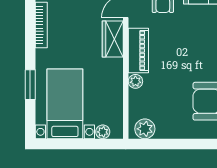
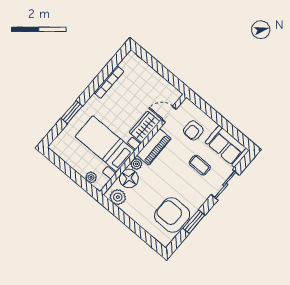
coffee table: (198, 30) -> (200, 165), added
floor lamp: (140, 102) -> (129, 179), added
bed with nightstands: (65, 104) -> (105, 144), moved, turned -90

